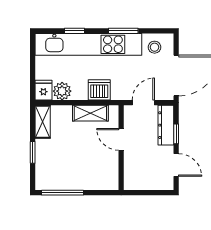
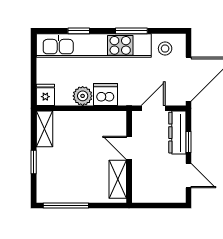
plant: (62, 91) -> (83, 96), moved
shelving: (90, 113) -> (118, 179), moved, turned 90

